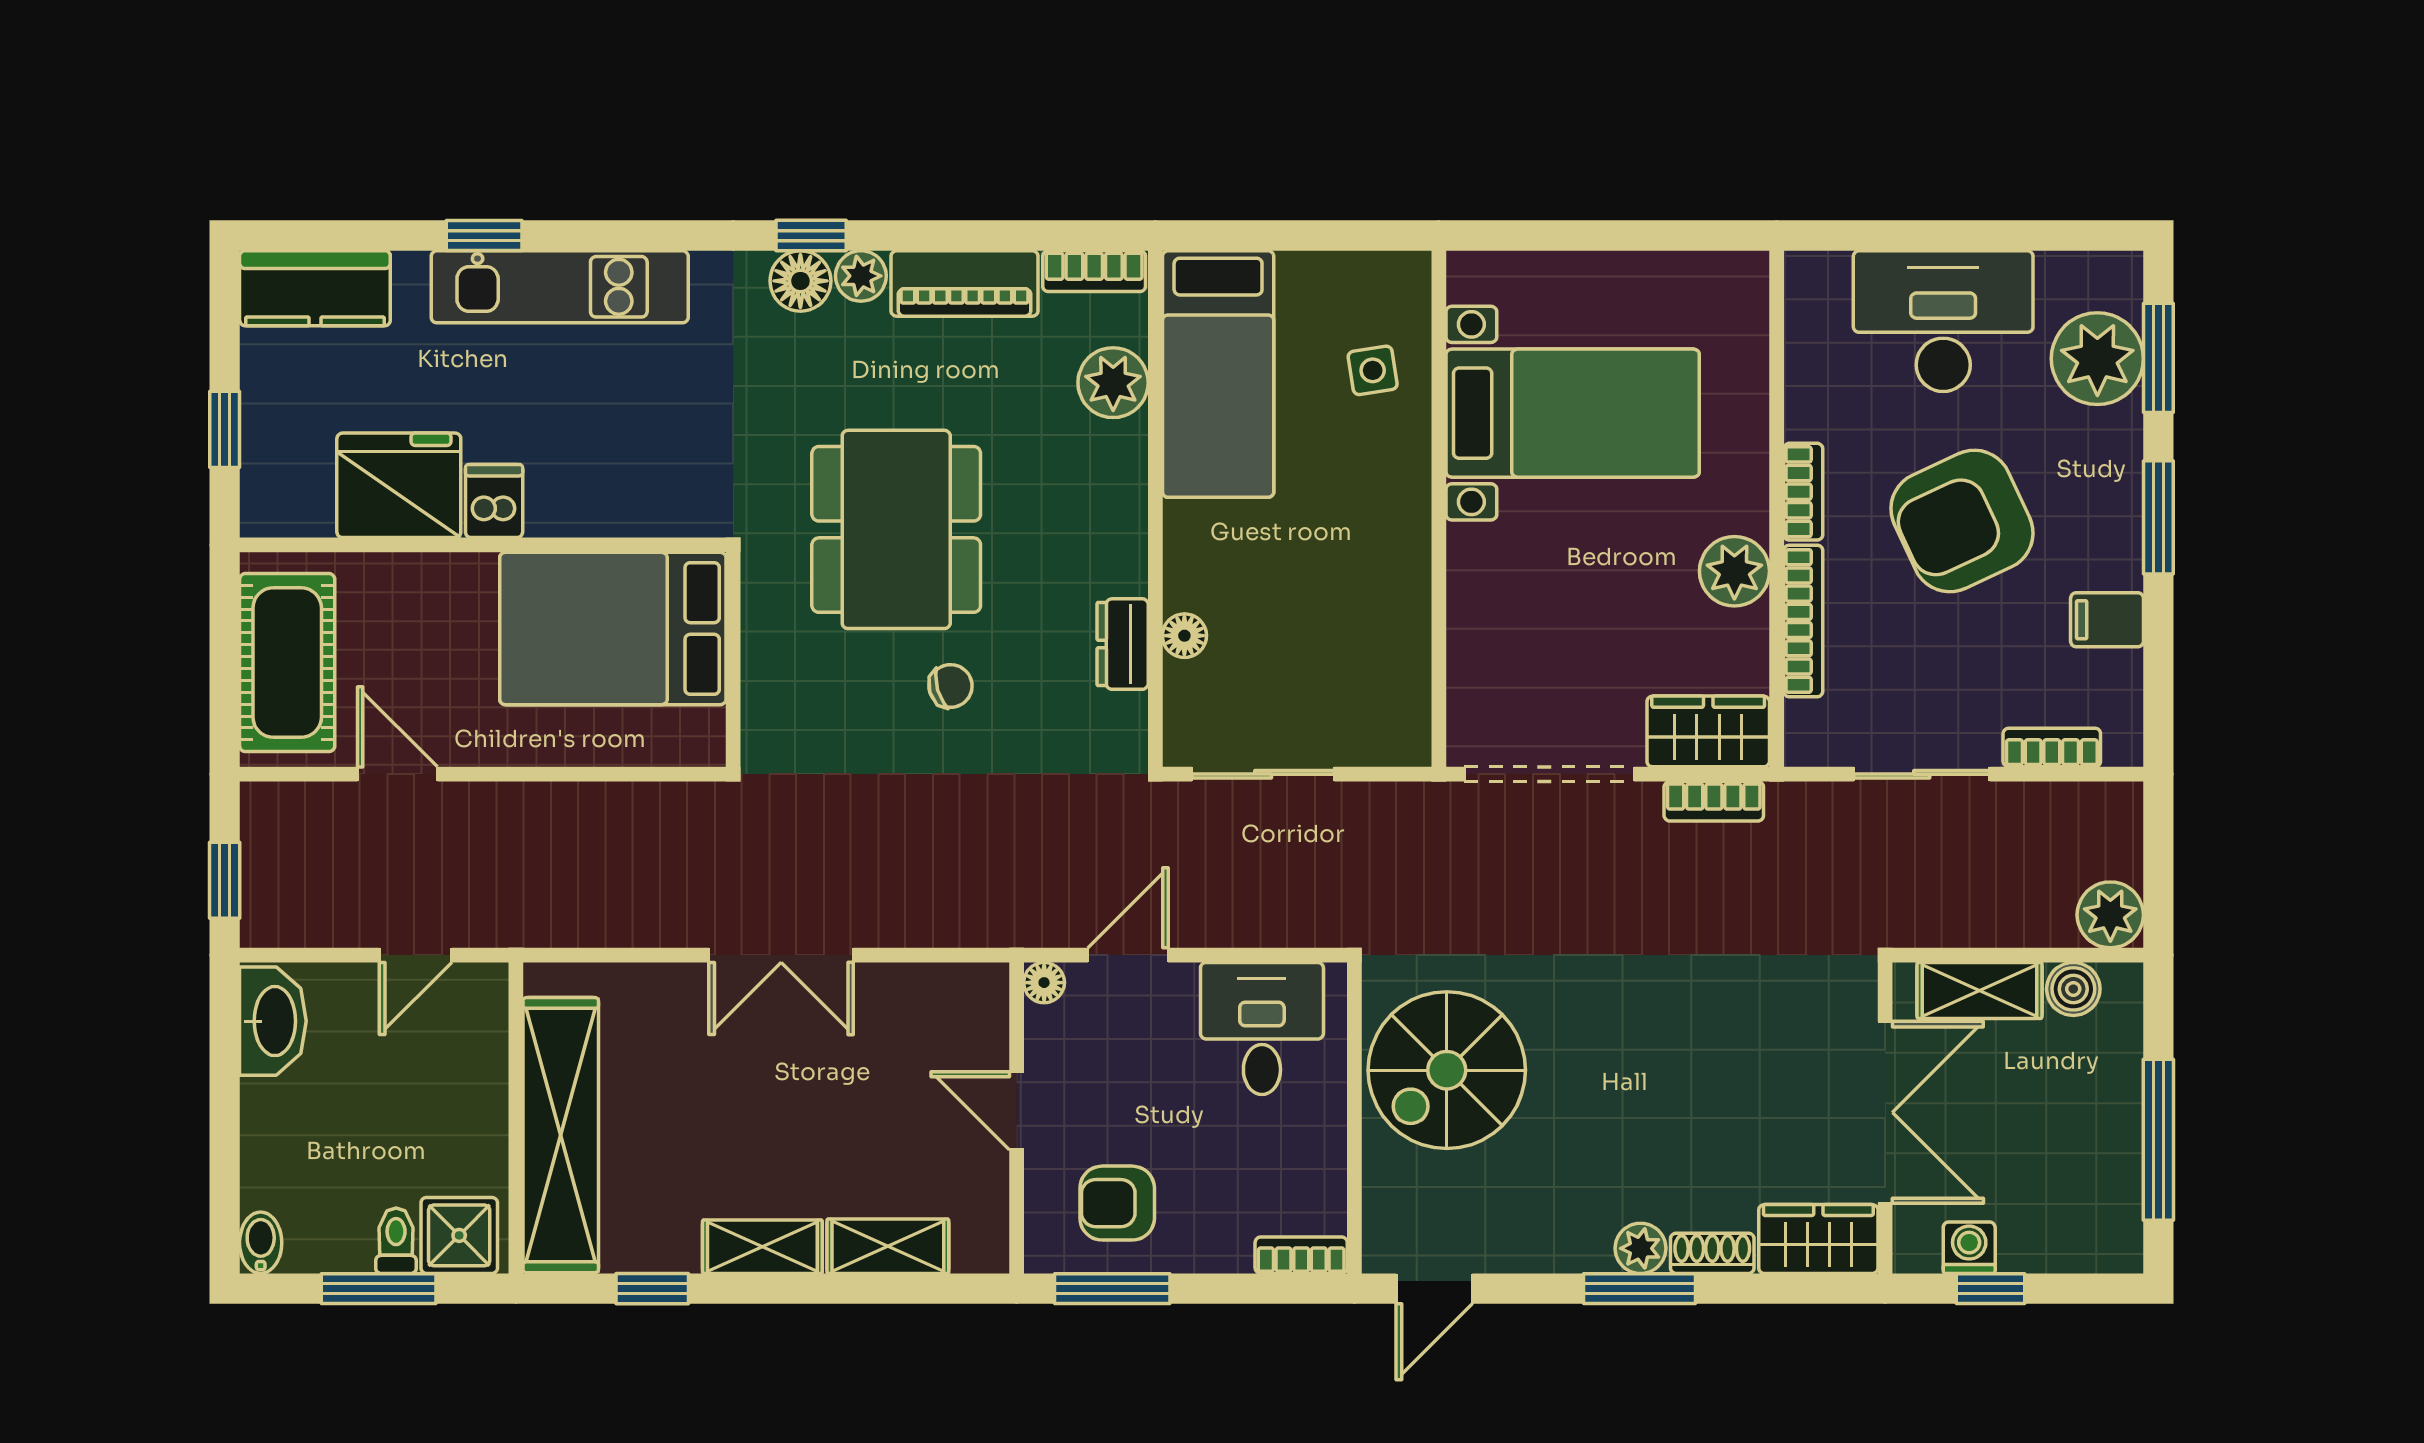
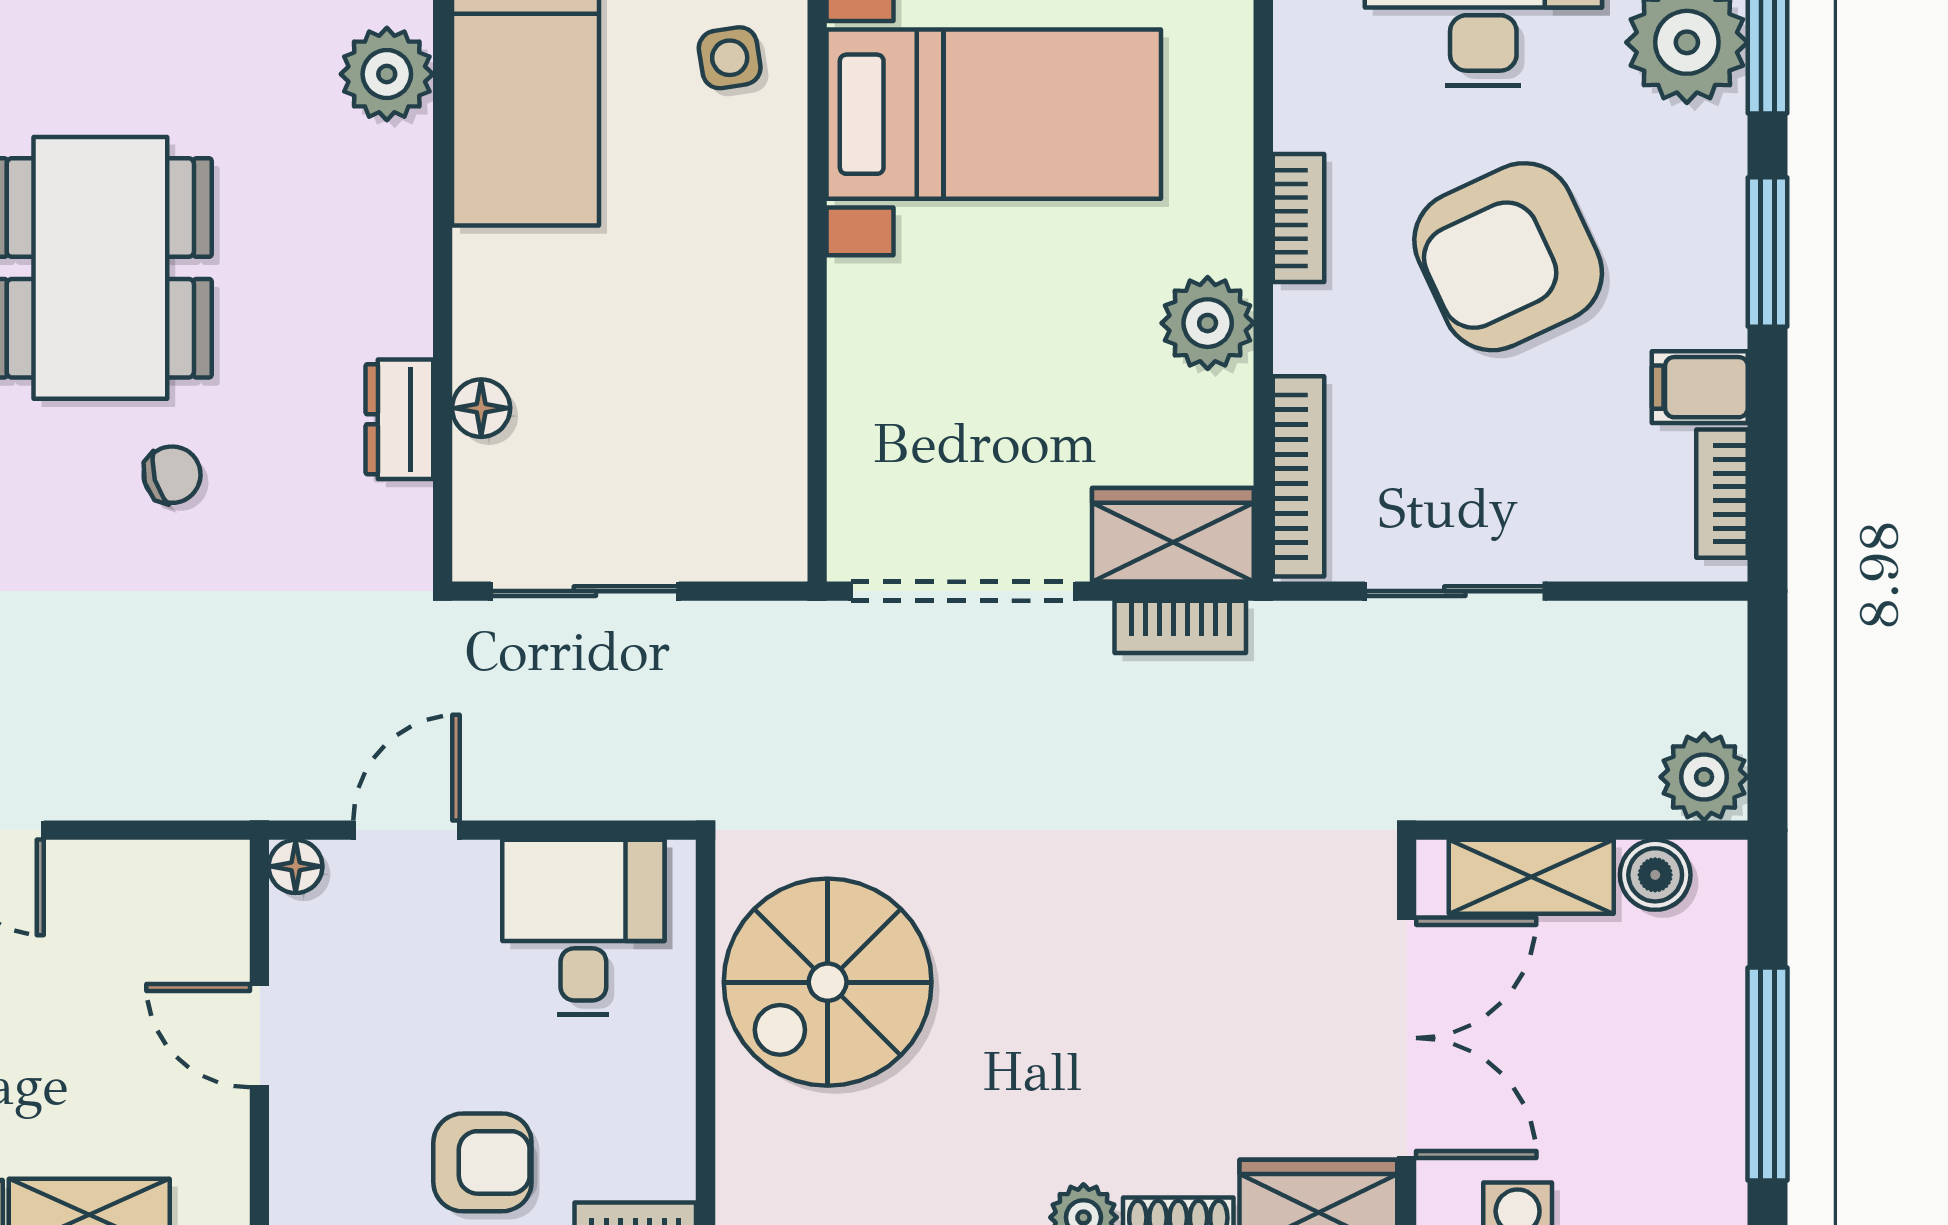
bookcase: (1803, 621) -> (1298, 476), moved
bookcase: (2052, 747) -> (1722, 494), moved, turned -90
armchair: (1117, 1203) -> (482, 1162), moved, turned 180

